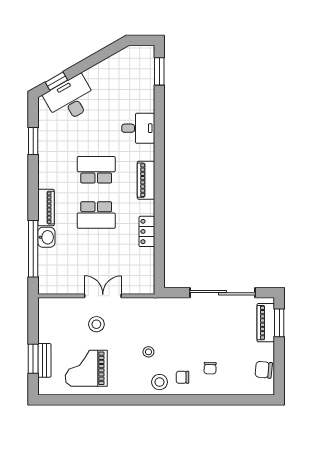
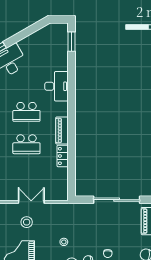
desk: (138, 128) -> (56, 86), width x1.37
school desk: (96, 170) -> (26, 112), turned 180
piano: (146, 180) -> (62, 130), moved

